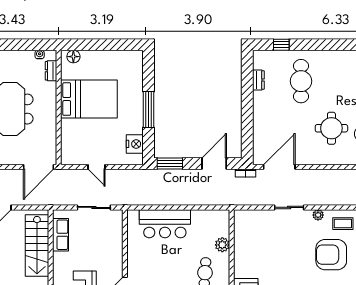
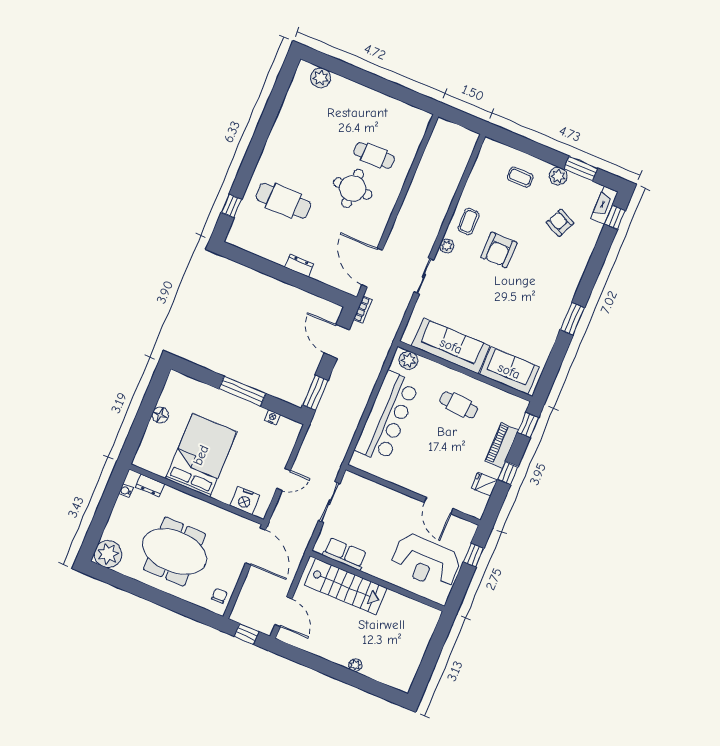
floor lamp: (73, 57) -> (160, 415), moved
dresser: (258, 80) -> (299, 266), moved
nightstand: (135, 144) -> (272, 417), width x0.53, depth x0.56
nightstand: (69, 145) -> (245, 500), added
bar counter: (165, 224) -> (387, 417), width x1.36
plant: (222, 245) -> (408, 360), moved
sofa: (246, 249) -> (451, 346), added
armchair: (331, 255) -> (499, 250), width x0.73, depth x0.73

